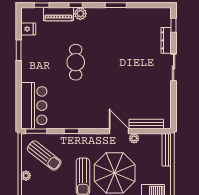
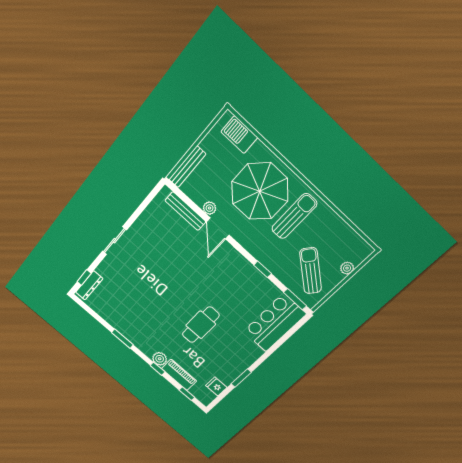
dresser: (166, 40) -> (89, 285), moved

